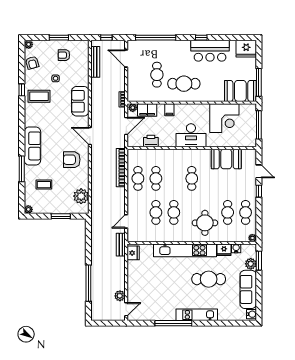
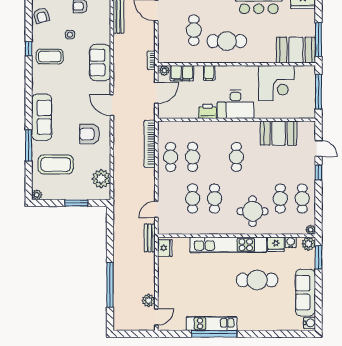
printer: (151, 141) -> (208, 111), moved
coffee table: (44, 185) -> (56, 164), width x1.86, depth x1.72
plant: (251, 264) -> (308, 244), moved
kitchen unit: (197, 315) -> (212, 324), moved

